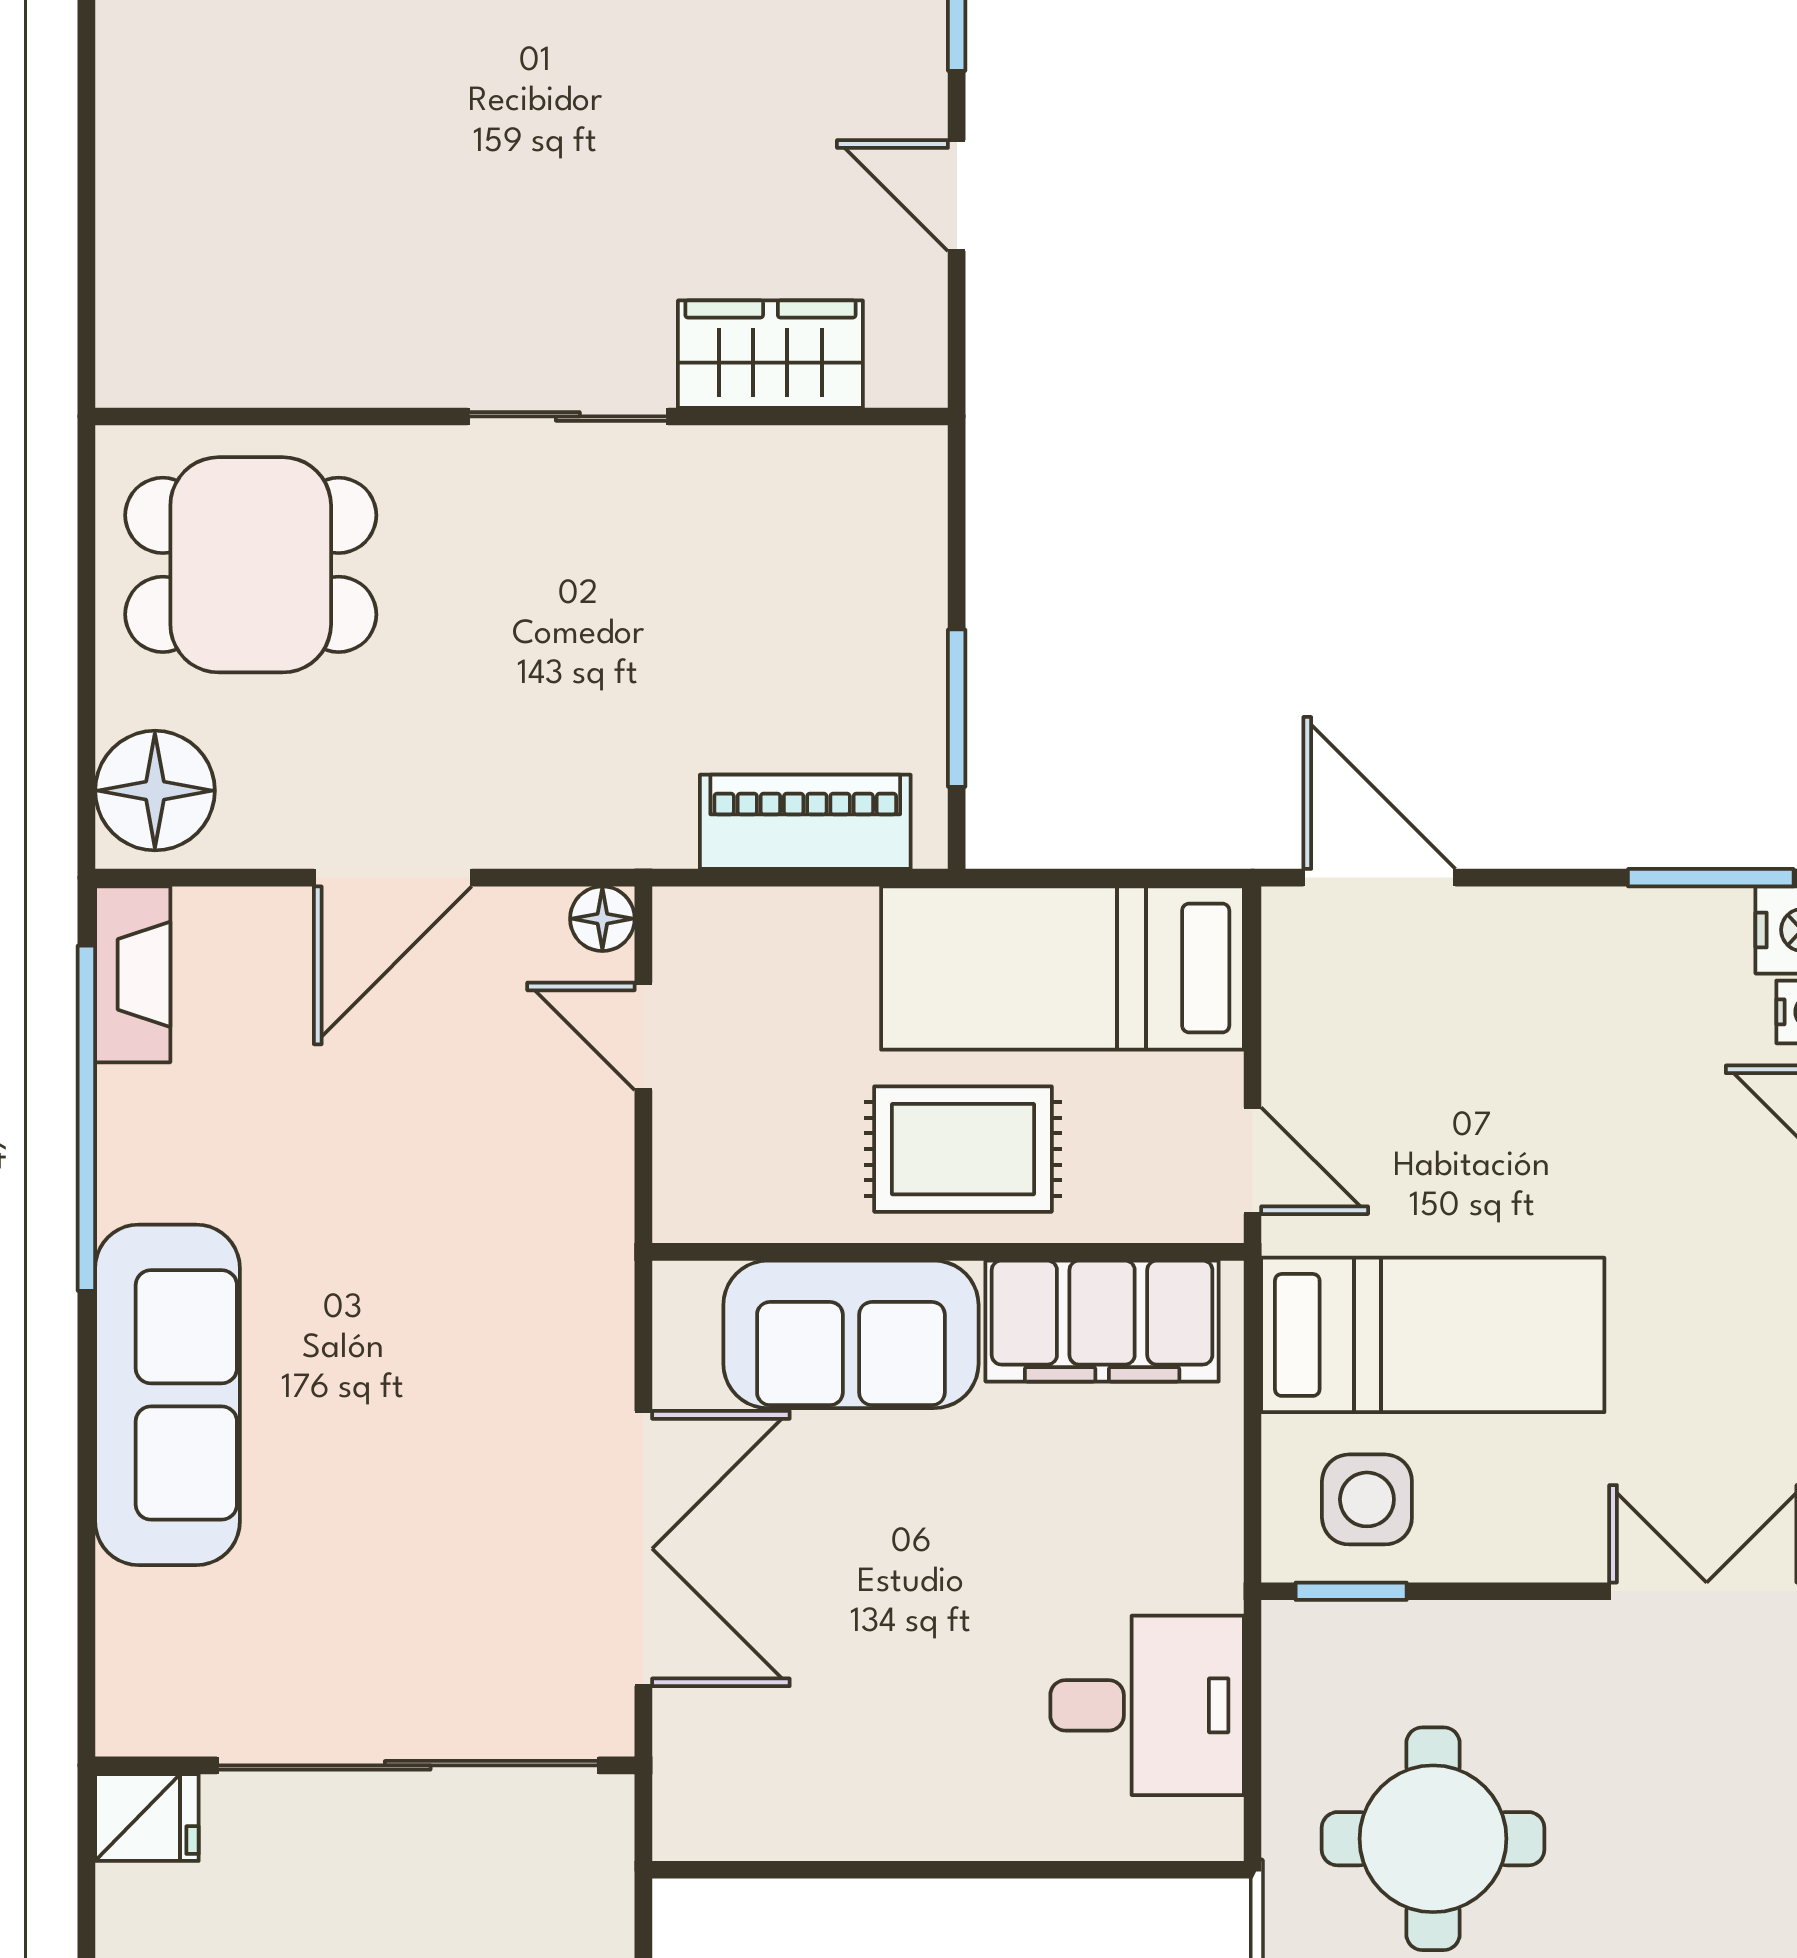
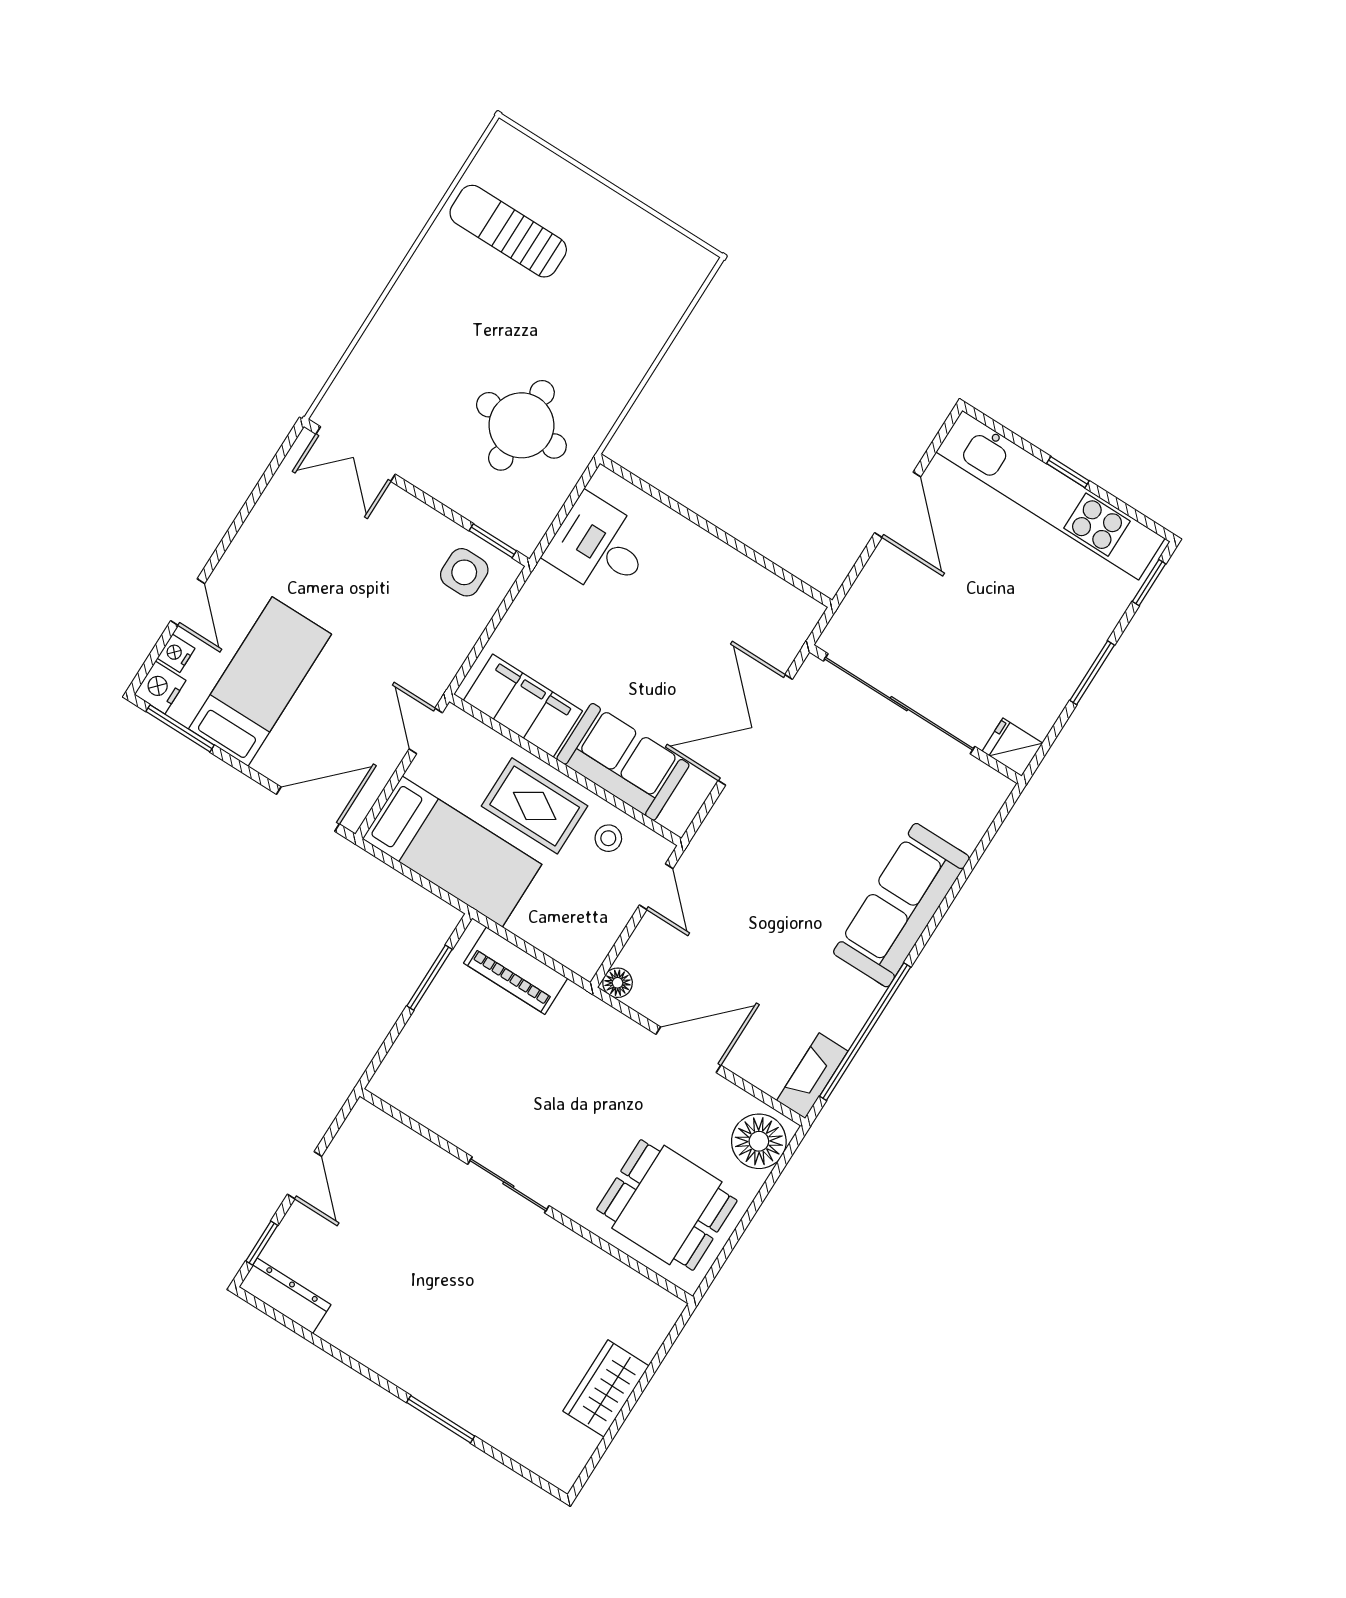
wardrobe: (770, 354) -> (606, 1388), moved, turned 90
door: (1379, 878) -> (308, 809), swing flipped
door: (643, 1036) -> (656, 887), moved
stool: (789, 1176) -> (608, 838), added
bed: (1433, 1335) -> (260, 682), moved, turned 90

